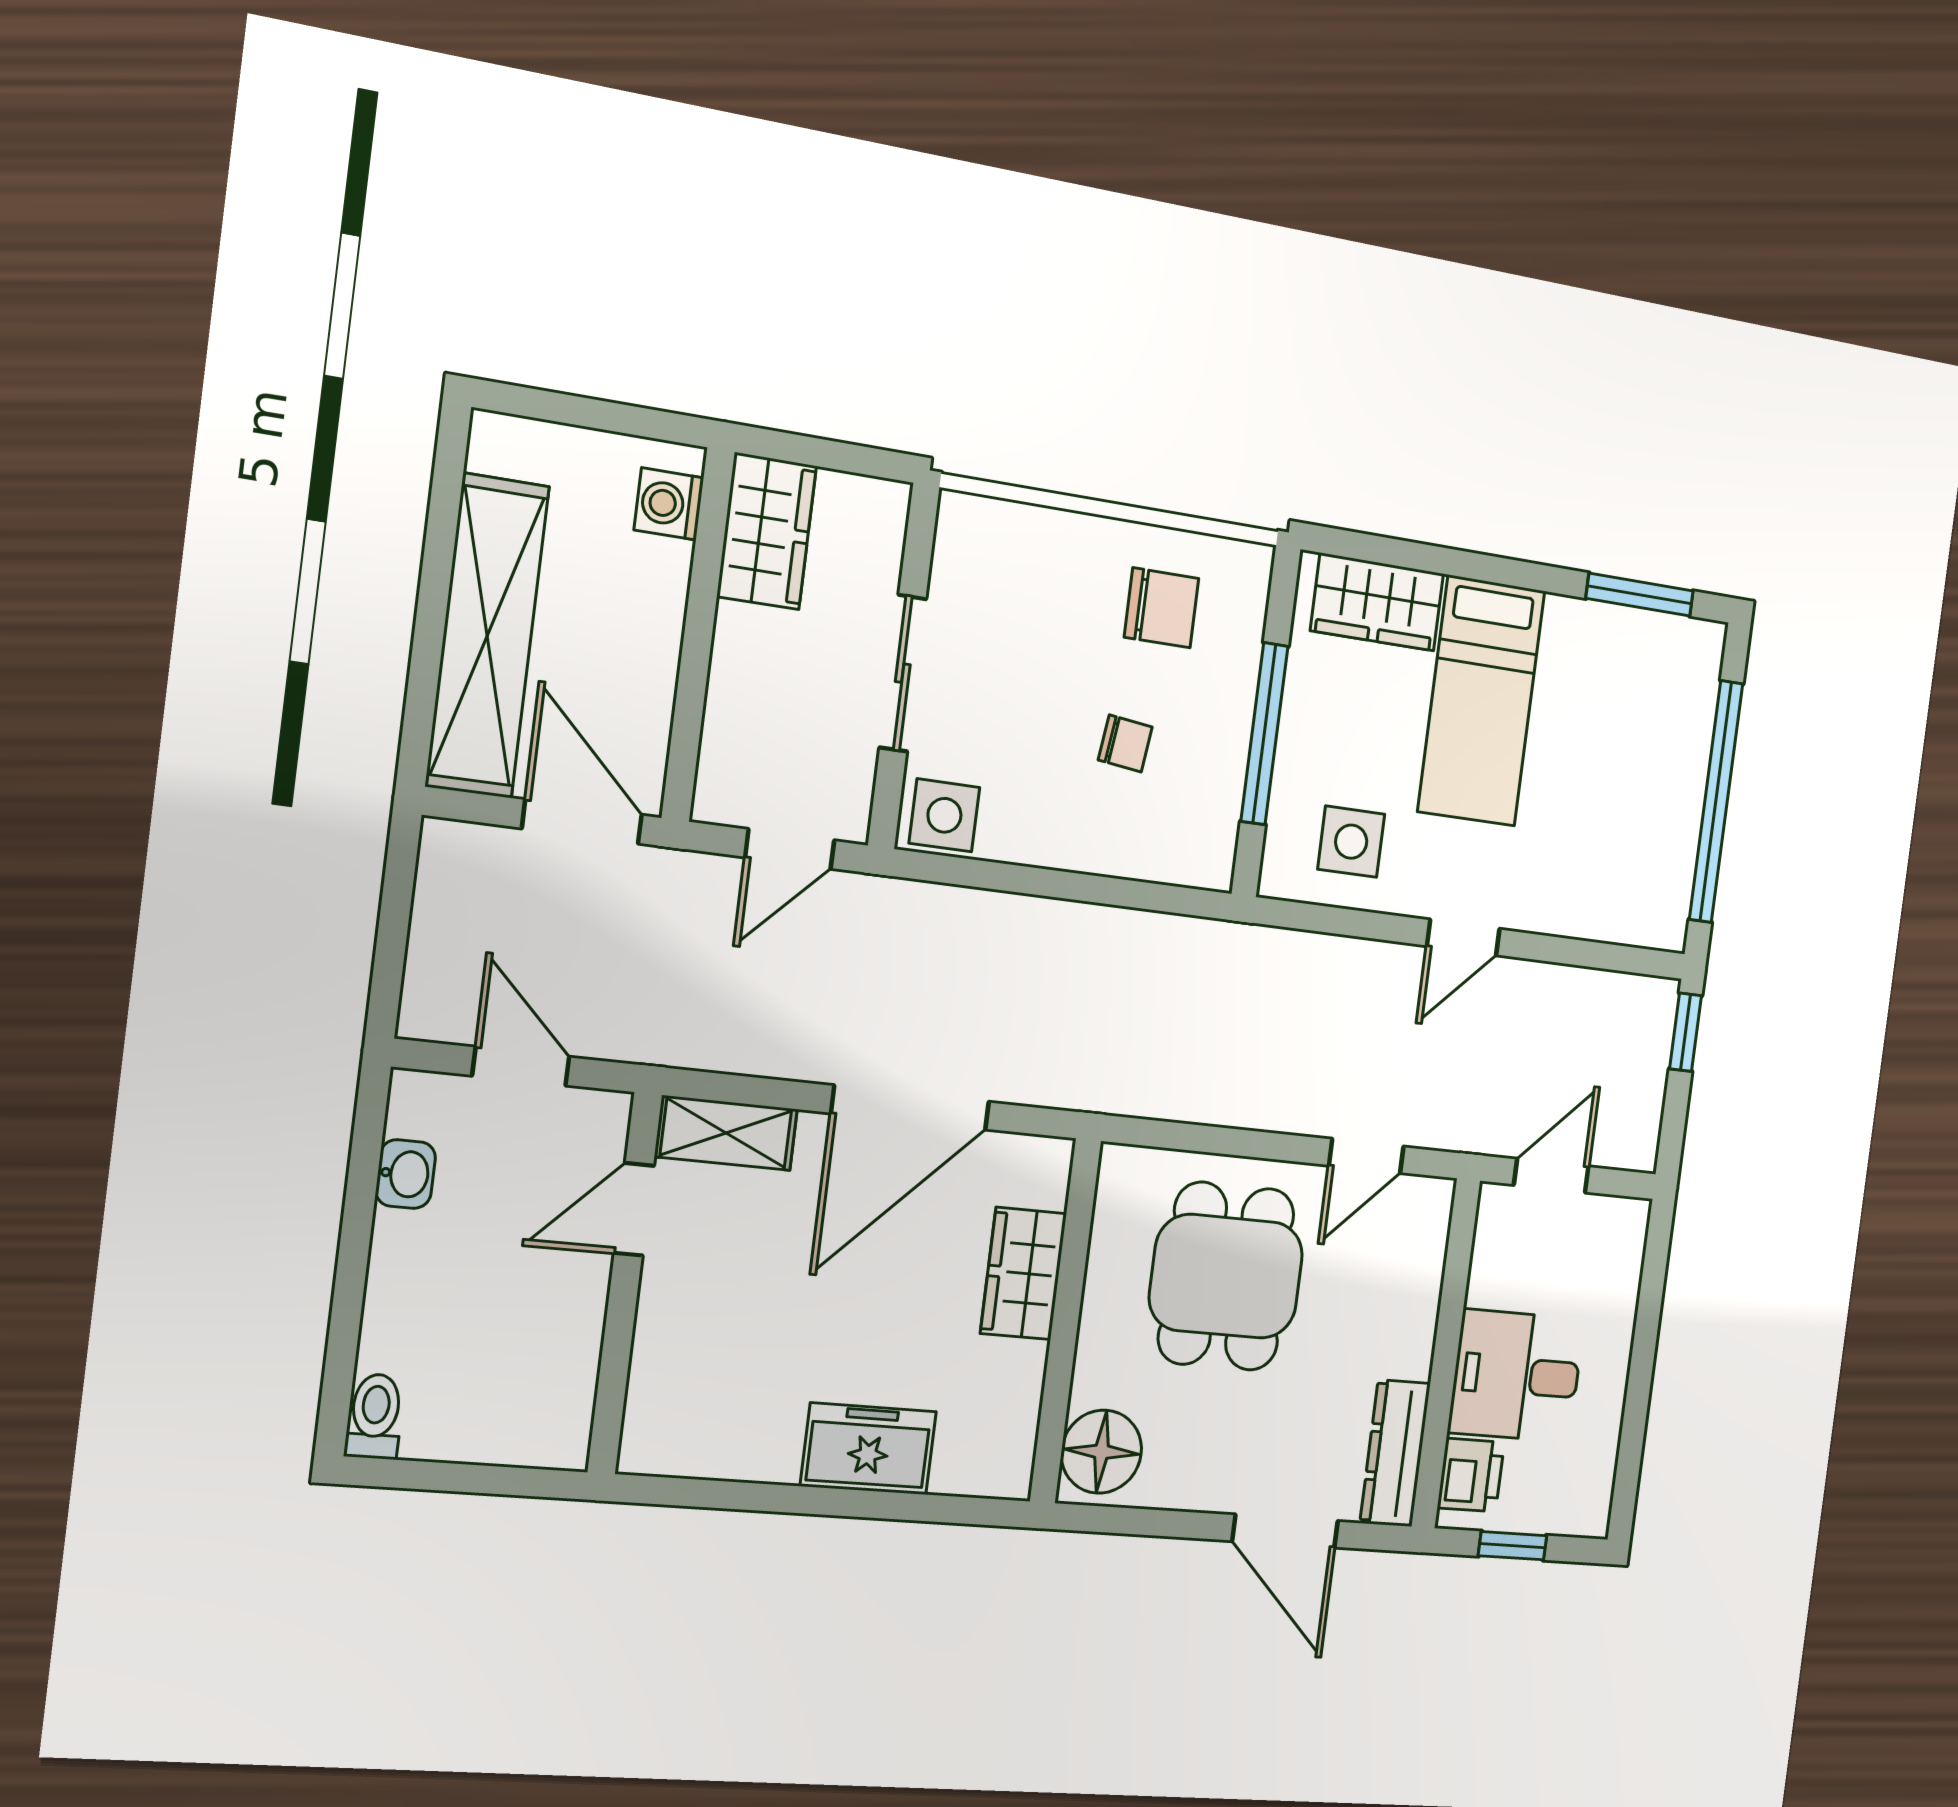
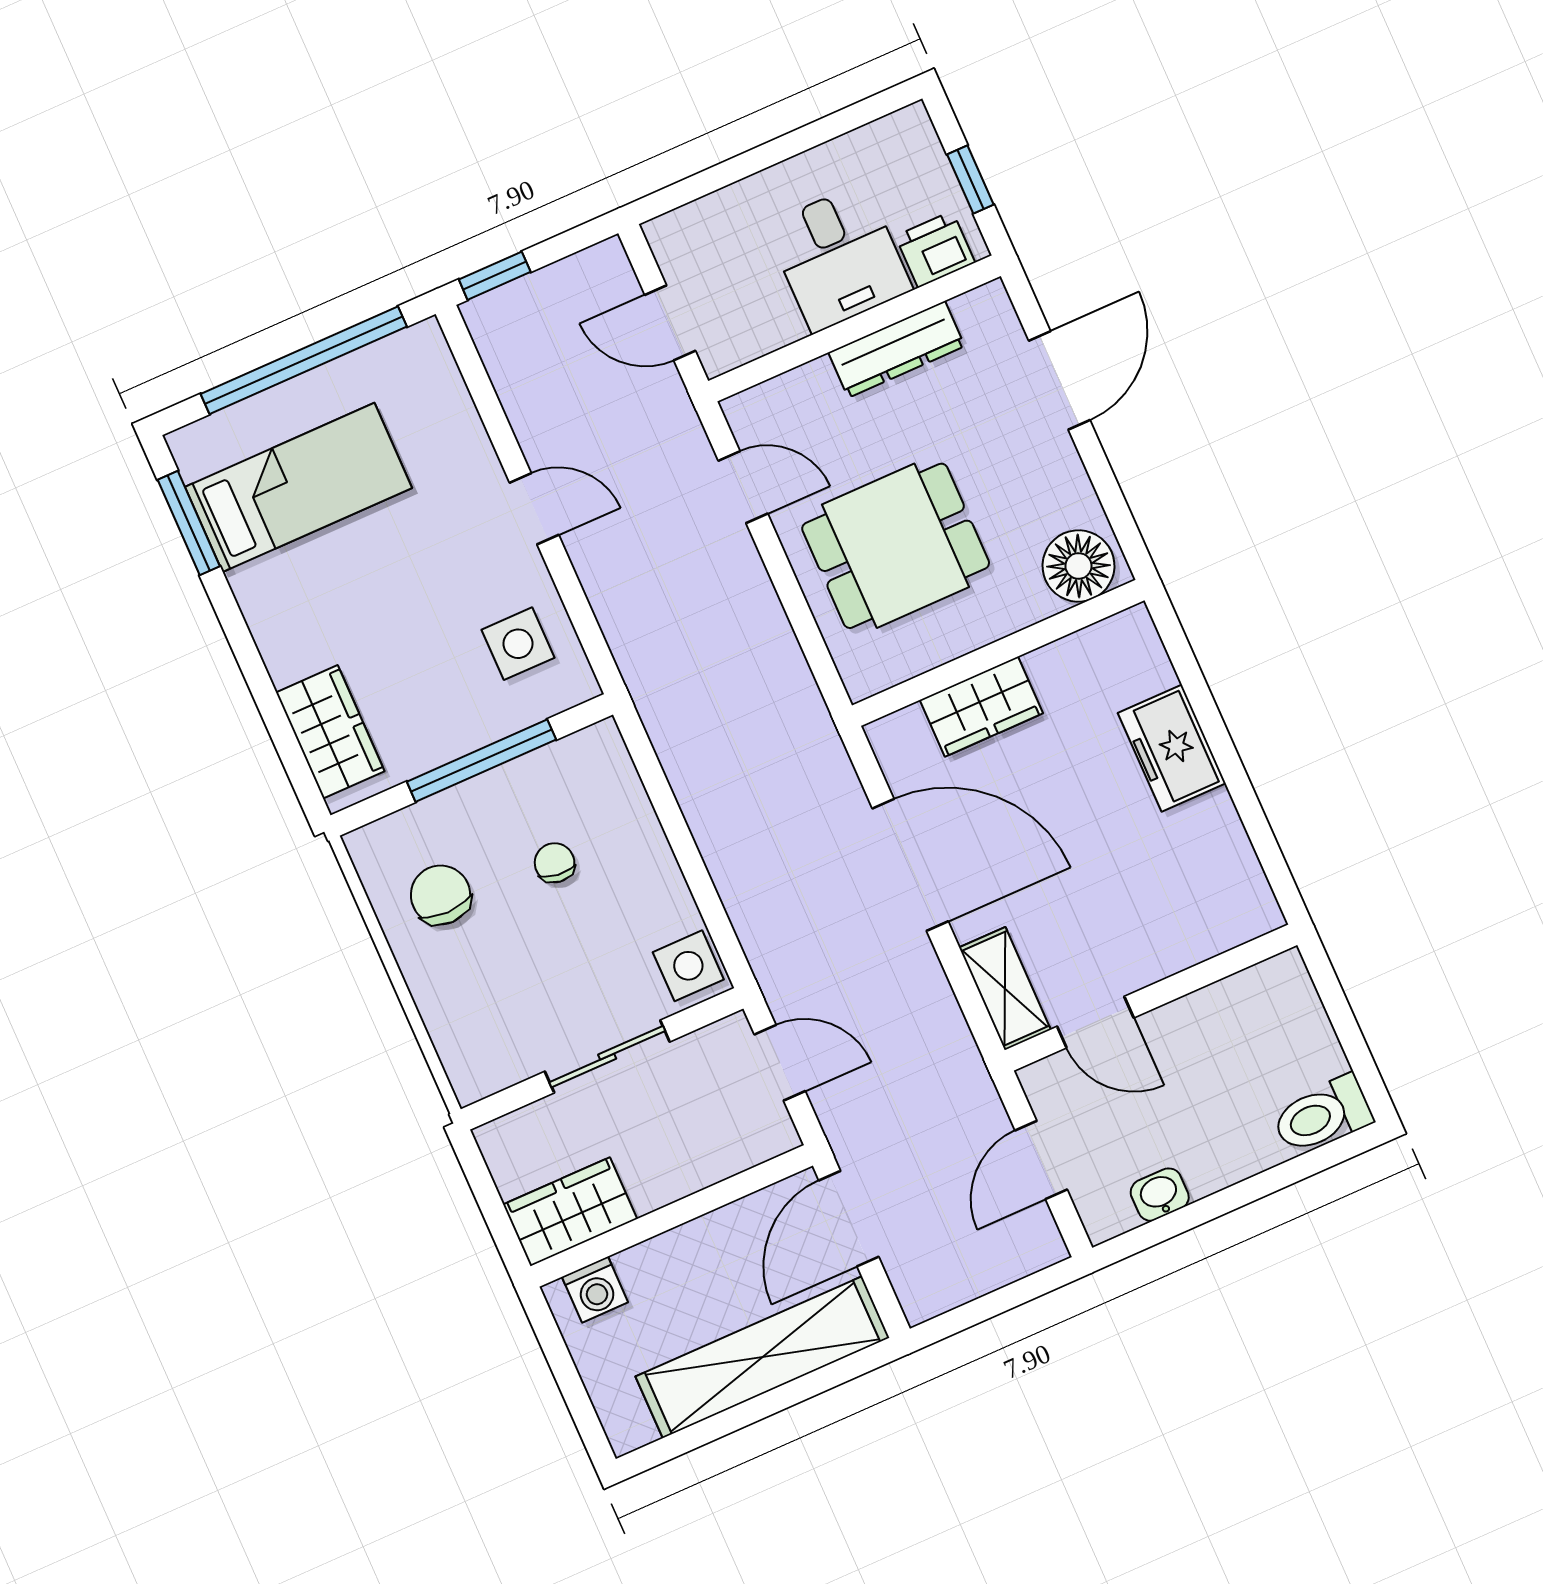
bed: (1481, 701) -> (299, 487), moved
toilet: (375, 1416) -> (1322, 1115), width x1.37, depth x1.39
dresser: (1395, 1453) -> (897, 349), moved

